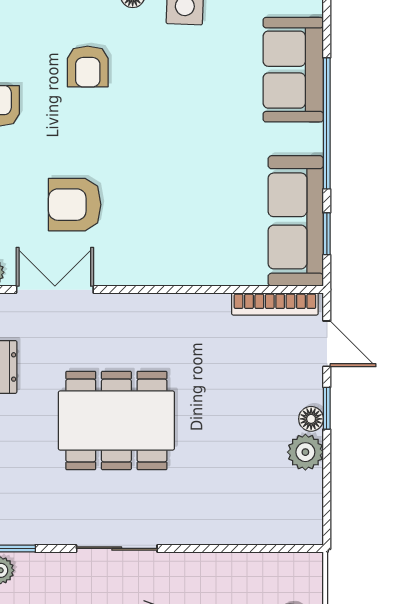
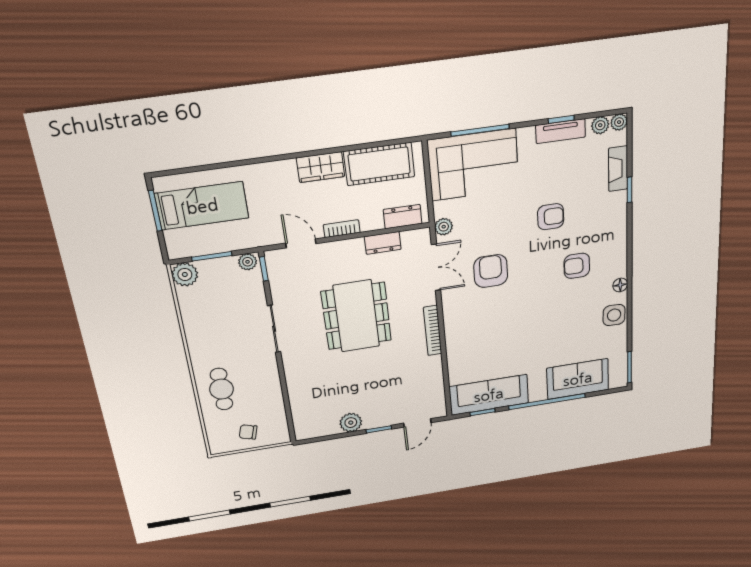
bookcase: (275, 304) -> (433, 331), moved
floor lamp: (311, 419) -> (371, 422), removed

